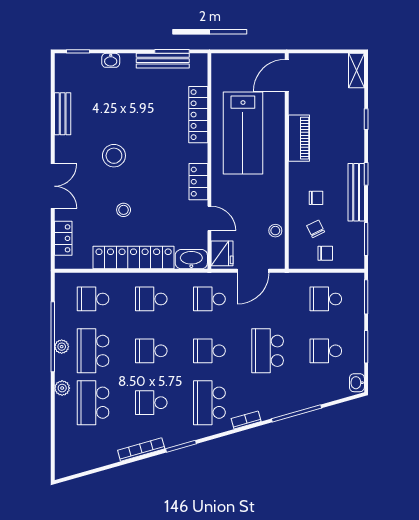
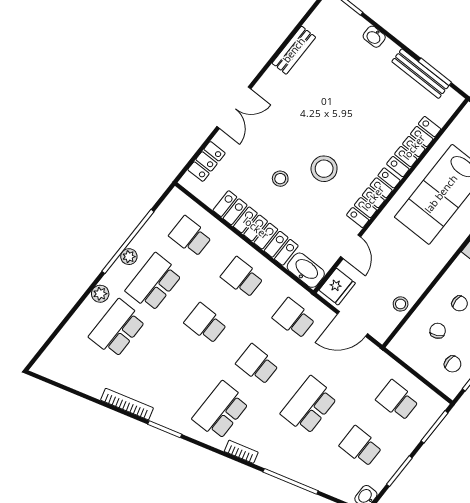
stool: (114, 156) -> (324, 169), moved
locker: (198, 182) -> (373, 198), width x1.53
chair: (325, 253) -> (453, 364), moved
school desk: (151, 403) -> (169, 369), removed

